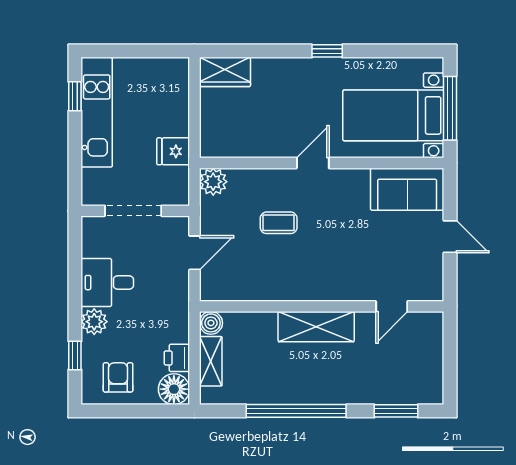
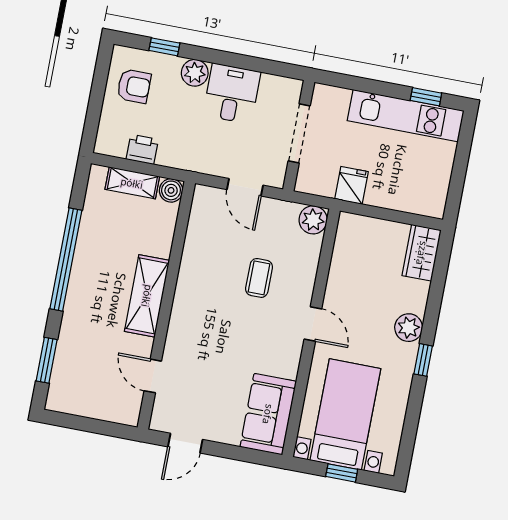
plant: (299, 71) -> (409, 328), added
window: (450, 108) -> (342, 473), width x0.46
door: (450, 237) -> (185, 443), moved
floor lamp: (174, 389) -> (111, 140), removed

